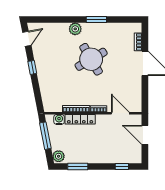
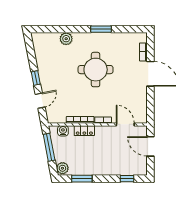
plant: (75, 29) -> (66, 39), moved
door: (27, 39) -> (40, 101), moved
round table: (91, 59) -> (96, 70), turned 30
locker: (80, 119) -> (84, 131), width x0.66

